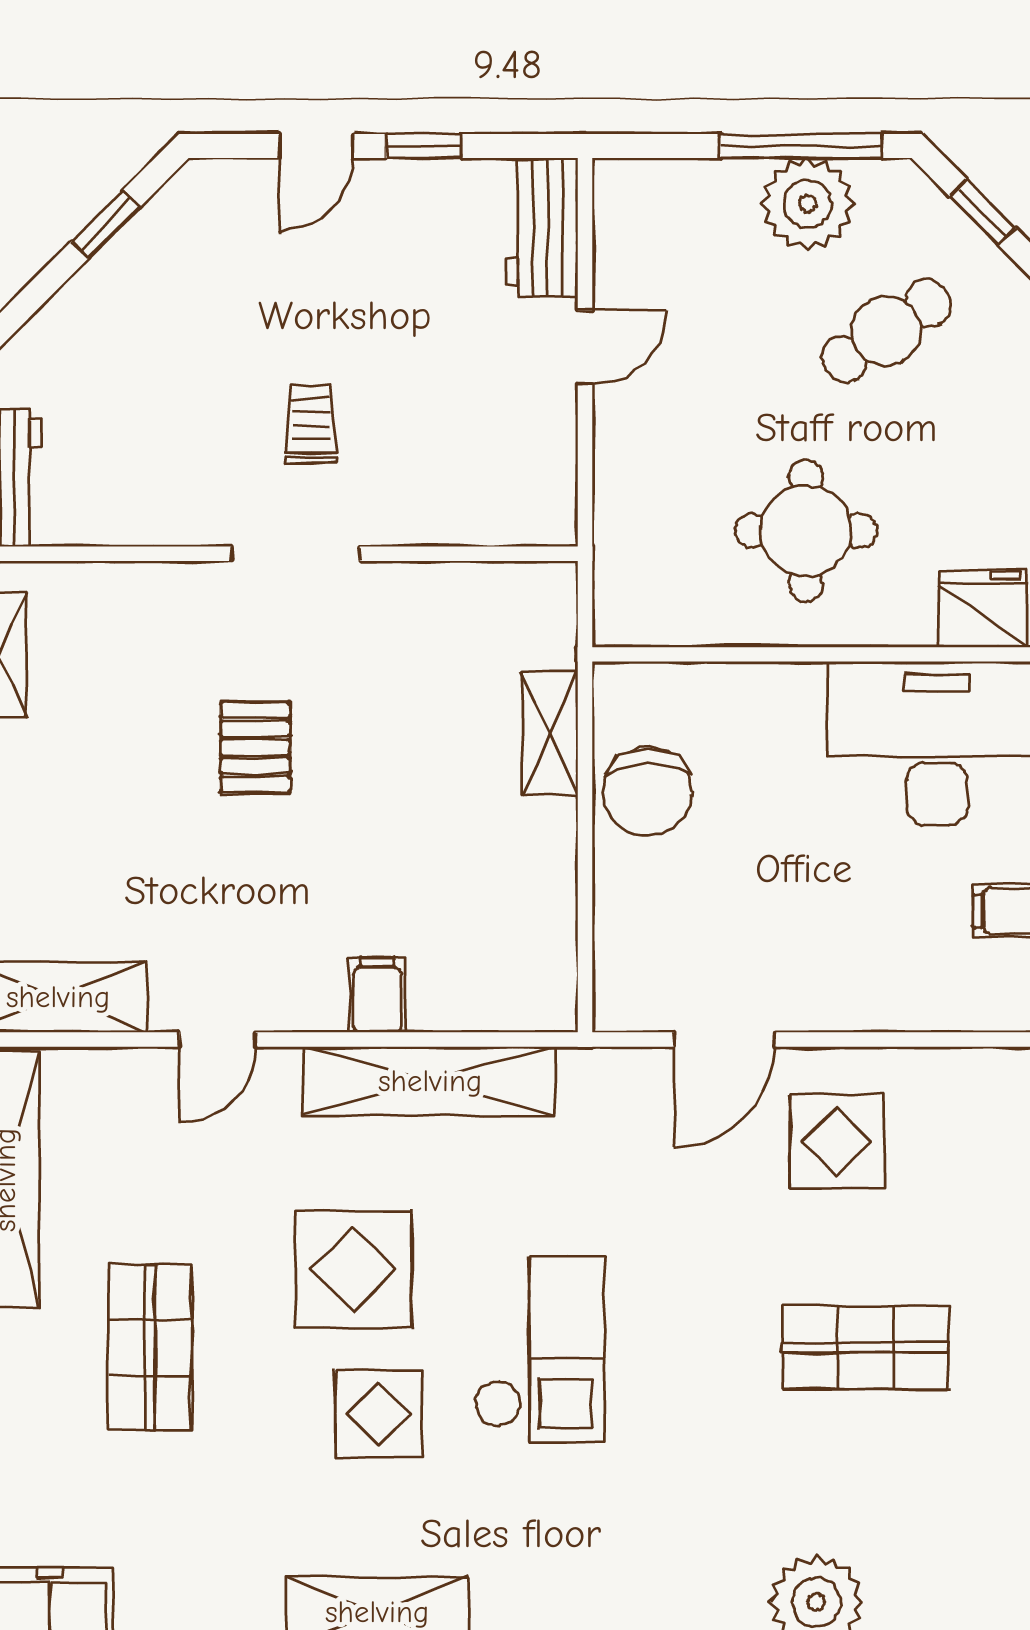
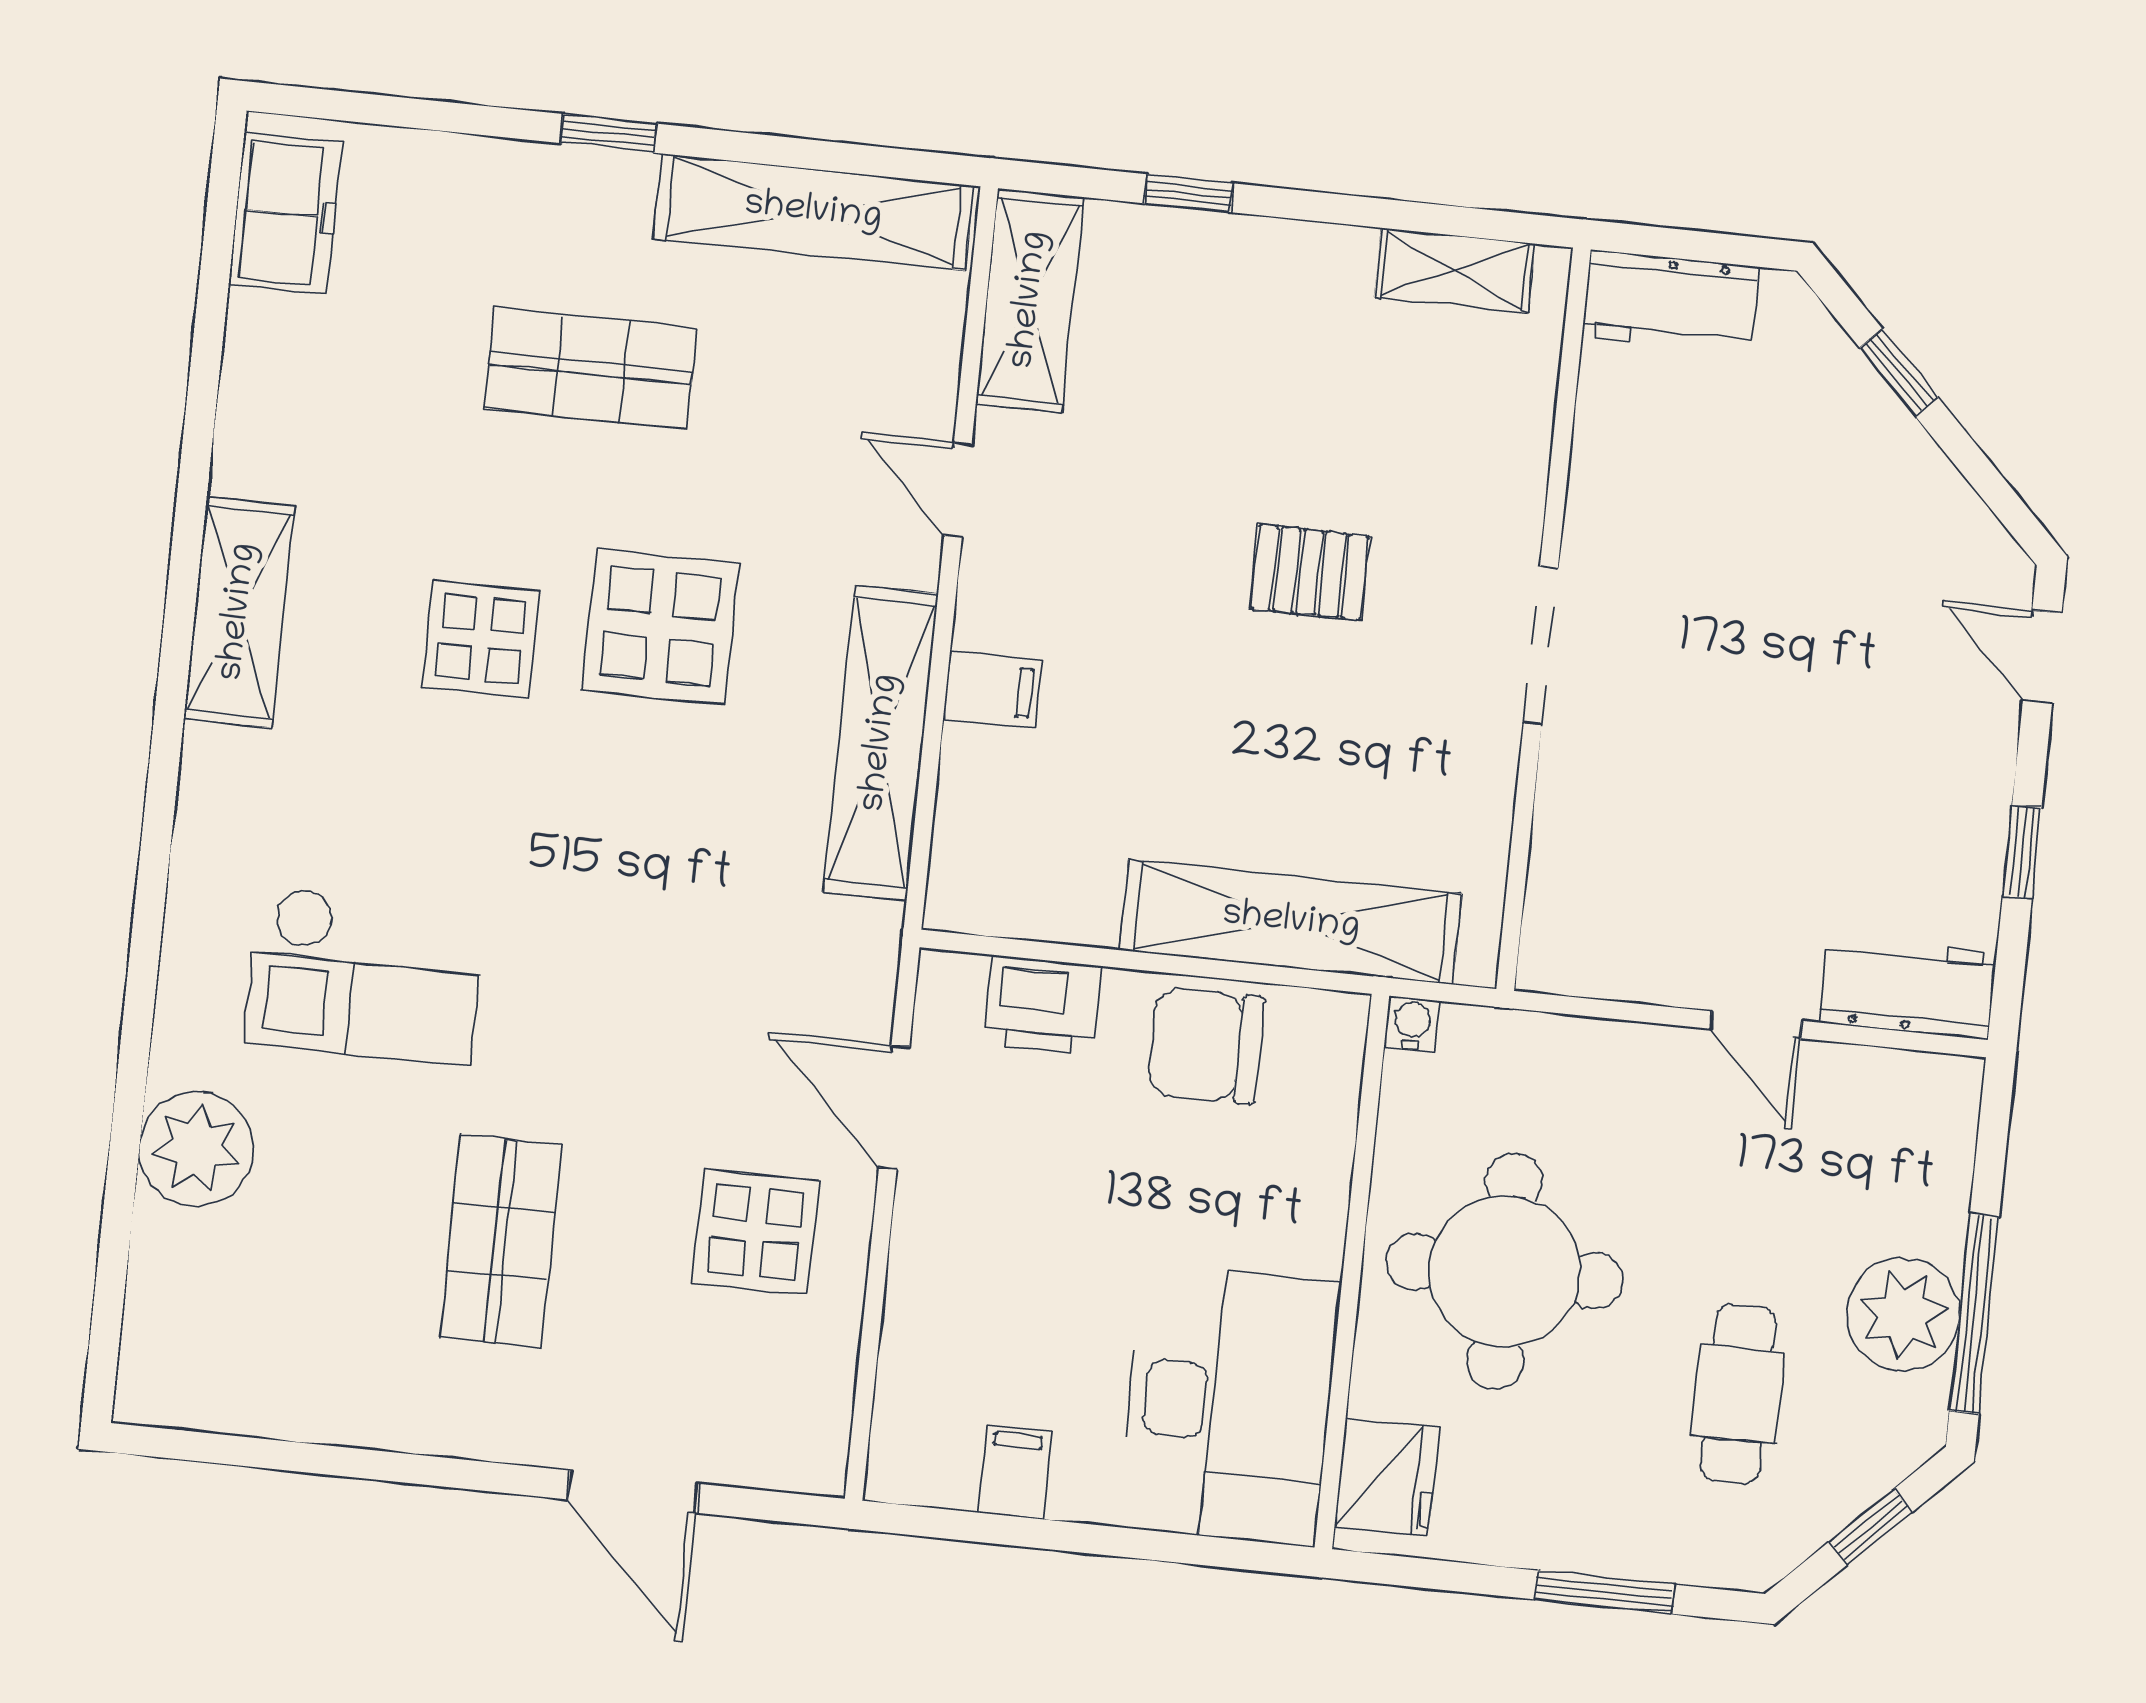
door: (316, 146) -> (2042, 657), moved
window: (105, 224) -> (1899, 373), moved
cafe table: (886, 331) -> (1738, 1394), turned 34
trolley: (311, 424) -> (1696, 681), removed
round table: (806, 531) -> (1505, 1271), width x1.36, depth x1.36
water cooler: (613, 626) -> (1412, 1024), added
shelving: (550, 733) -> (1291, 922), width x2.20, depth x1.33
printer: (629, 928) -> (1042, 1005), added
checkout: (540, 1349) -> (365, 976), moved

